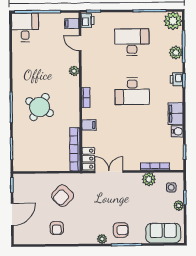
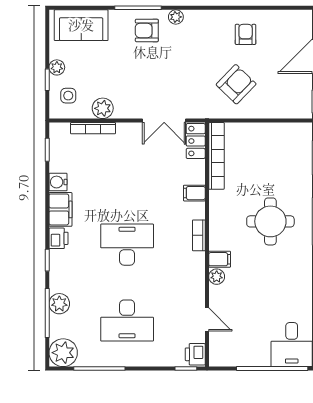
filing cabinet: (72, 24) -> (220, 259), moved
printer: (177, 79) -> (59, 238), moved
round table: (40, 107) -> (270, 221), turned -31

